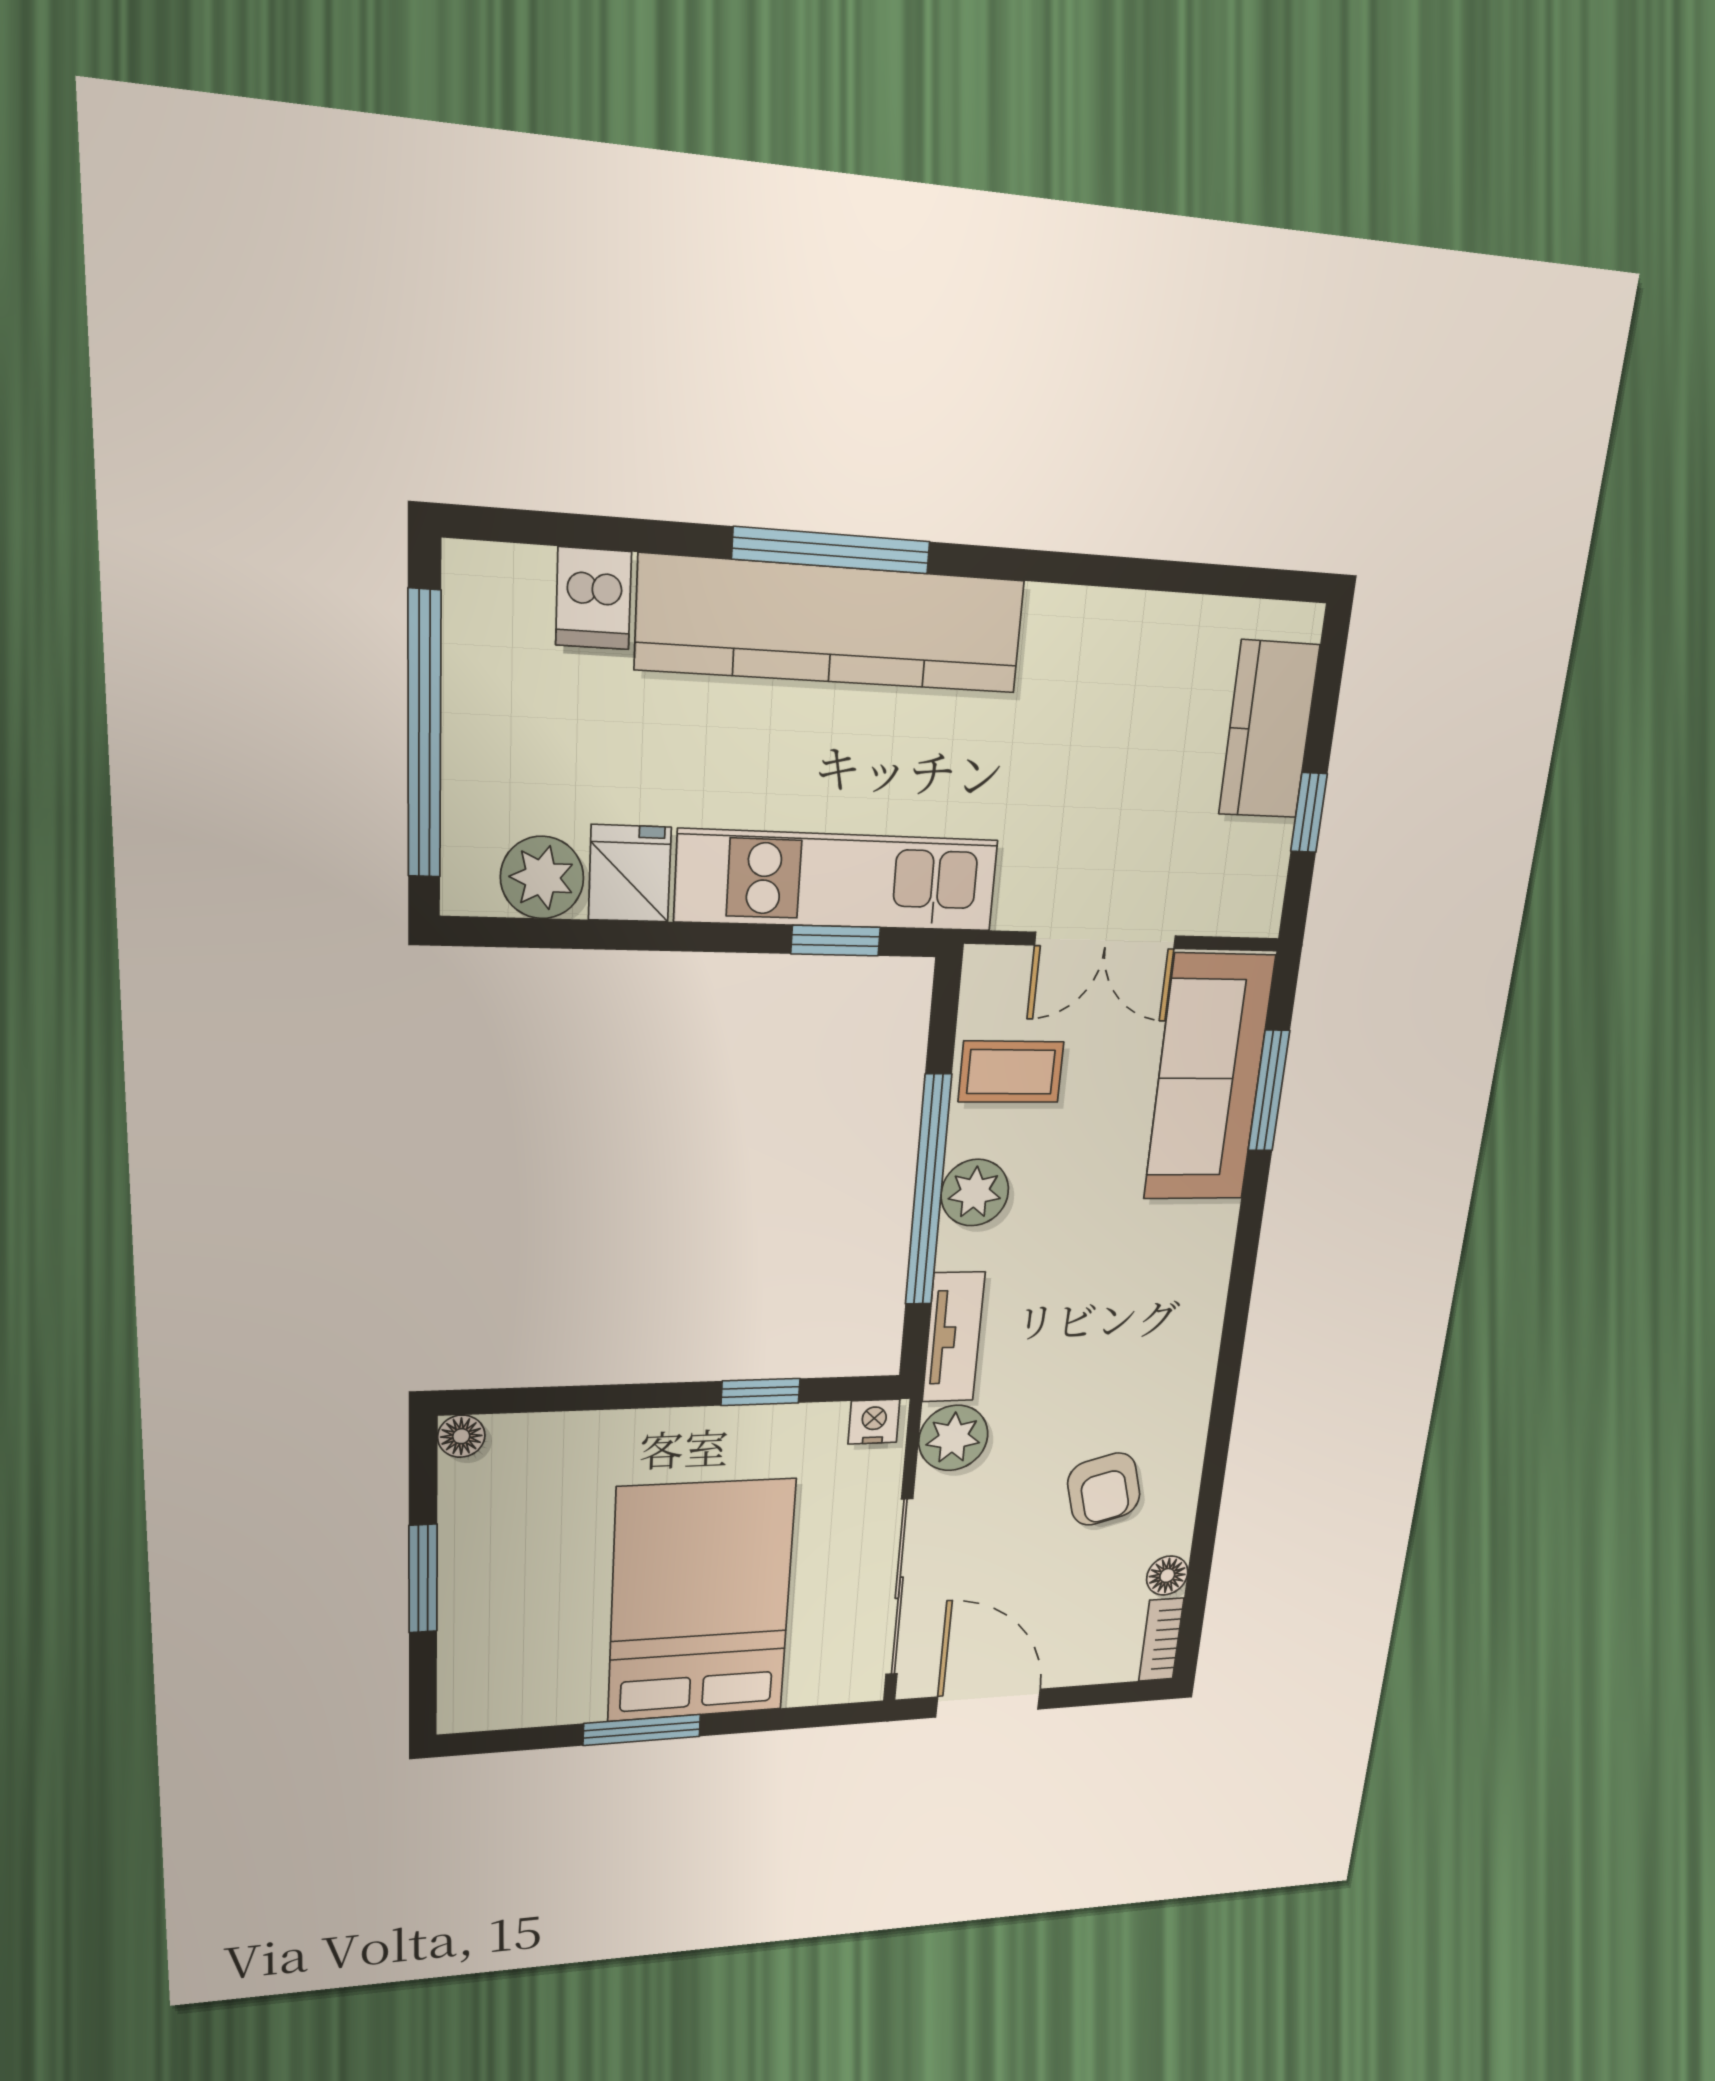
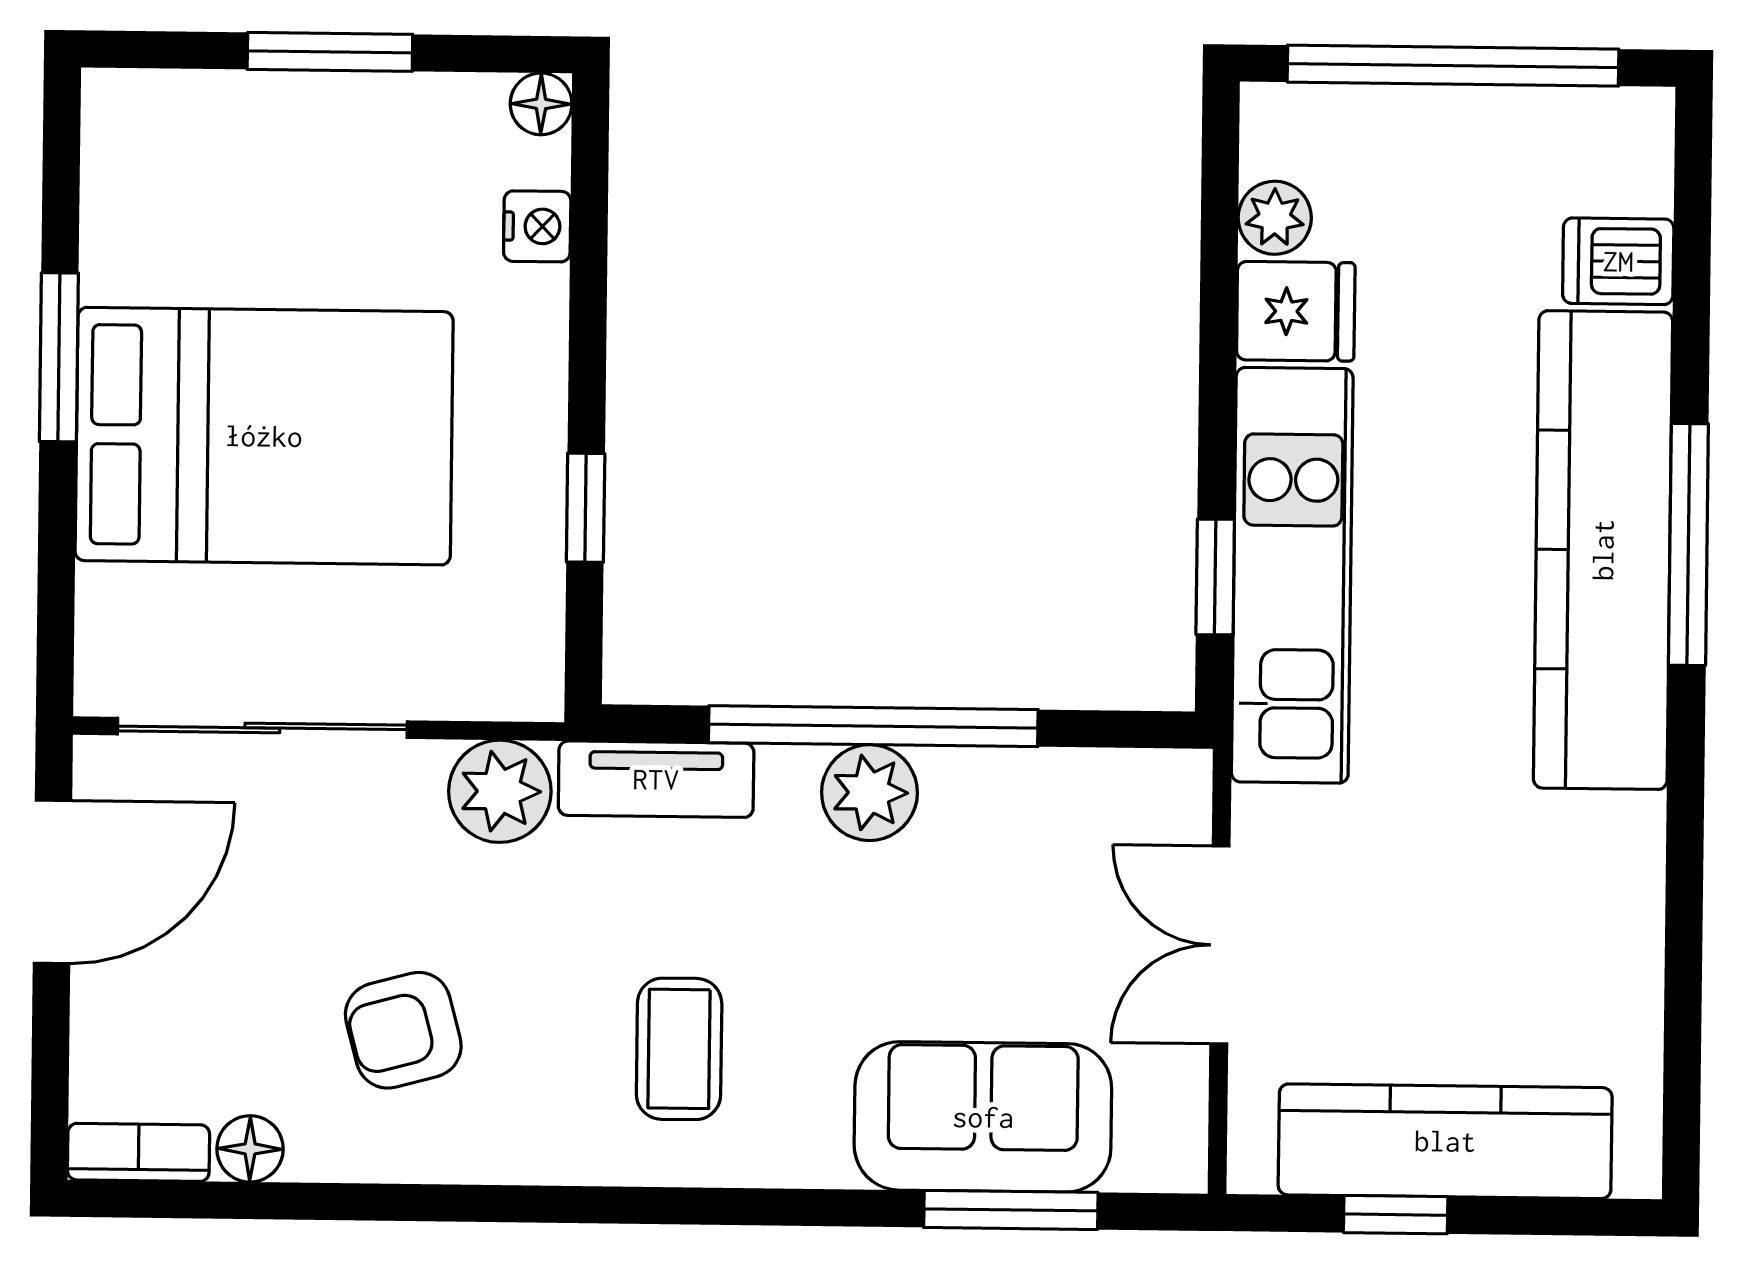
kitchen counter: (1269, 730) -> (1445, 1141), width x1.50
plant: (542, 878) -> (1275, 218), width x0.73, depth x0.73
coffee table: (1011, 1072) -> (679, 1049), moved
sofa: (1209, 1078) -> (983, 1117), width x0.73
nightstand: (874, 1422) -> (537, 226), moved

